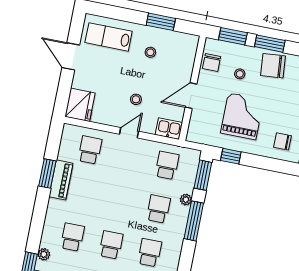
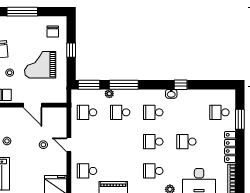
kitchen sink: (169, 129) -> (60, 116), removed
window: (231, 156) -> (71, 50), moved

